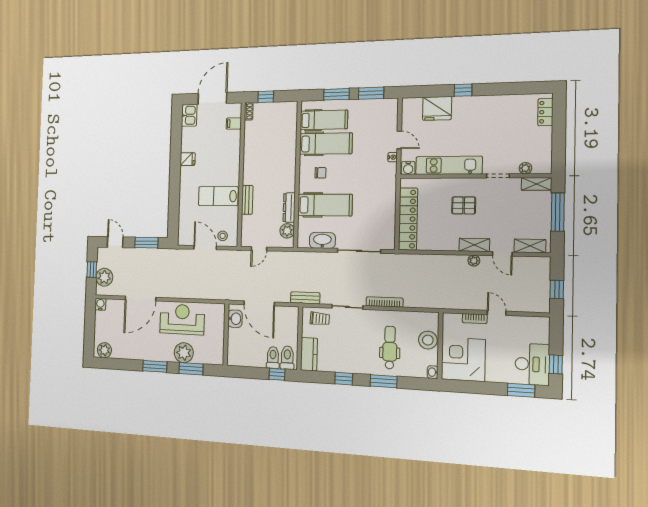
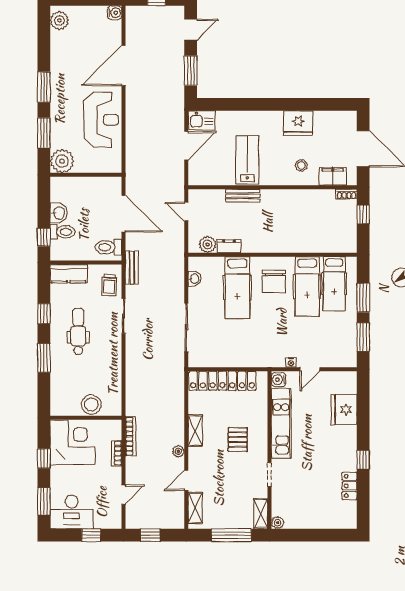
window: (463, 90) -> (363, 460), moved
locker: (545, 112) -> (350, 486), moved, turned -90
kitchen sink: (189, 115) -> (202, 120), moved
filing cabinet: (234, 123) -> (333, 176), width x2.00
fridge: (188, 159) -> (298, 123), width x1.88, depth x1.34
plant: (525, 168) -> (278, 523), moved
chair: (320, 173) -> (274, 281), width x1.87, depth x1.87
dresser: (289, 208) -> (229, 246), width x0.70
stool: (223, 236) -> (301, 165), moved
washbasin: (322, 240) -> (194, 279), width x0.52, depth x0.69
shelving: (474, 245) -> (195, 431), moved
plant: (104, 277) -> (148, 17), removed
door: (141, 299) -> (124, 65), hinge flipped
bookcase: (385, 302) -> (131, 436), moved
door: (259, 303) -> (124, 214), swing flipped
door: (497, 313) -> (124, 495), moved
washbasin: (235, 319) -> (59, 213), moved, turned -90
dental chair: (390, 347) -> (78, 331), moved, turned -90
plant: (184, 353) -> (62, 161), moved
toilet: (287, 358) -> (108, 247), moved, turned 180
window: (556, 364) -> (91, 535), moved
washbasin: (433, 372) -> (57, 410), removed
window: (479, 387) -> (44, 458), added

